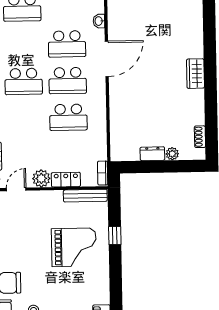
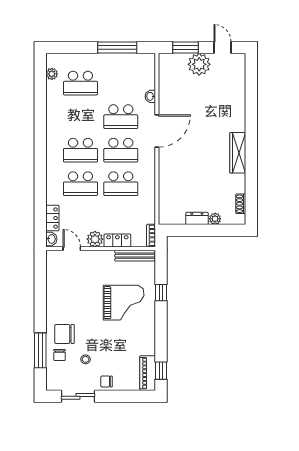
wardrobe: (195, 74) -> (238, 153), width x1.50
school desk: (24, 118) -> (80, 184), added
door: (16, 189) -> (72, 249), hinge flipped

